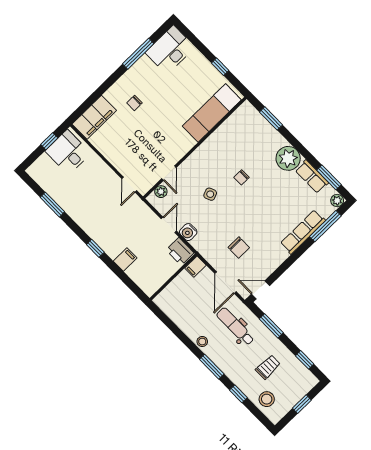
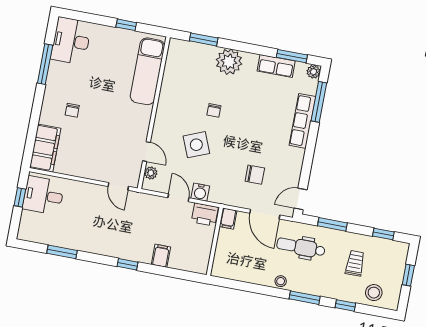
plant: (288, 158) -> (229, 62), moved
side table: (210, 194) -> (196, 145), width x1.87, depth x1.87

